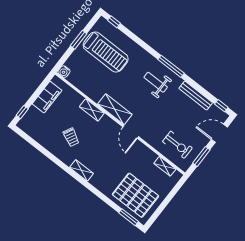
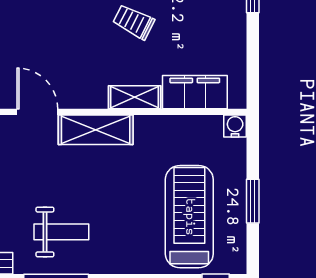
treadmill: (106, 52) -> (189, 217), turned 90
filing cabinet: (47, 97) -> (195, 92), moved, turned 90

